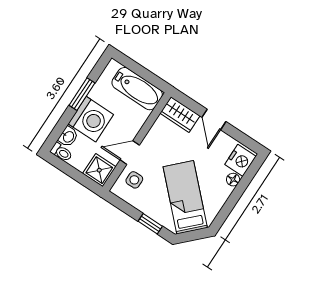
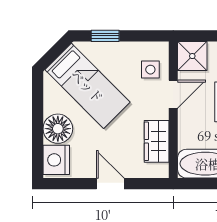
wardrobe: (180, 115) -> (157, 141), moved, turned -90
floor lamp: (233, 180) -> (58, 129), width x1.89, depth x1.89

